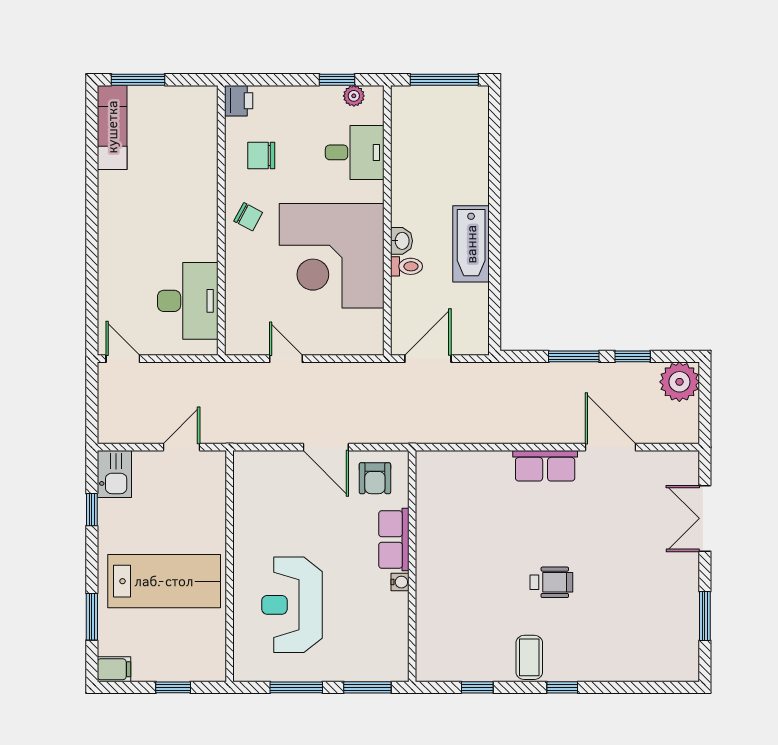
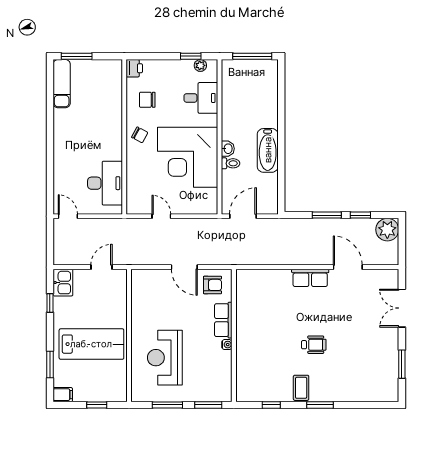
armchair: (375, 478) -> (212, 285), turned -90
window: (562, 687) -> (320, 405), width x1.50

